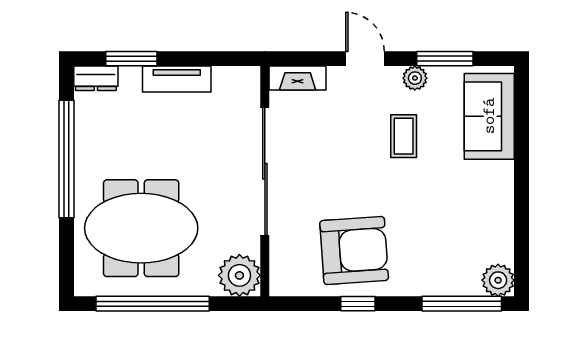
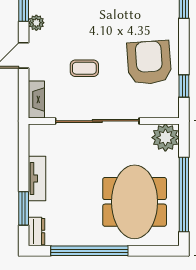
coffee table: (404, 136) -> (84, 68), moved
window: (358, 304) -> (184, 86), moved

